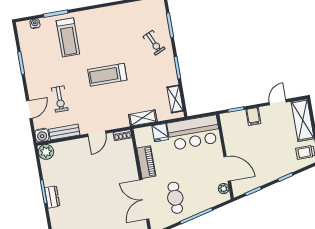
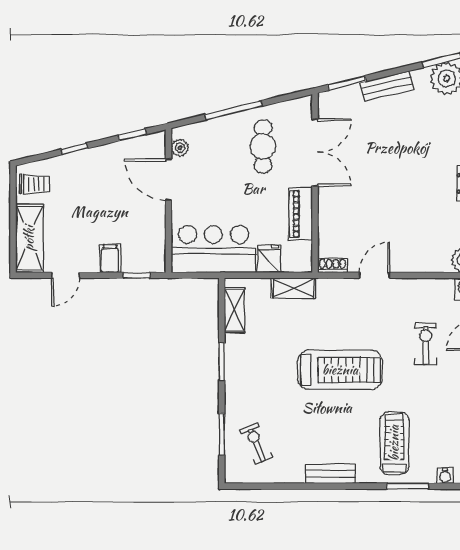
exercise bike: (154, 43) -> (256, 443), moved
treadmill: (107, 75) -> (340, 370), width x1.37, depth x1.38
bench: (64, 132) -> (330, 474), moved

